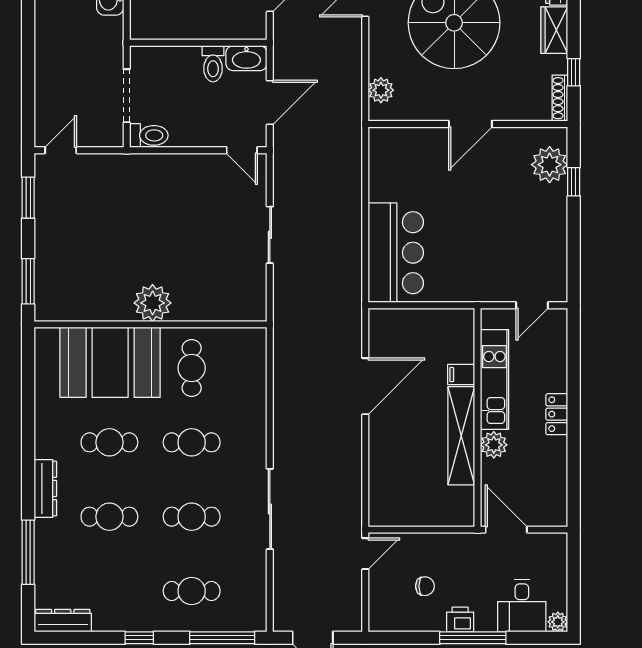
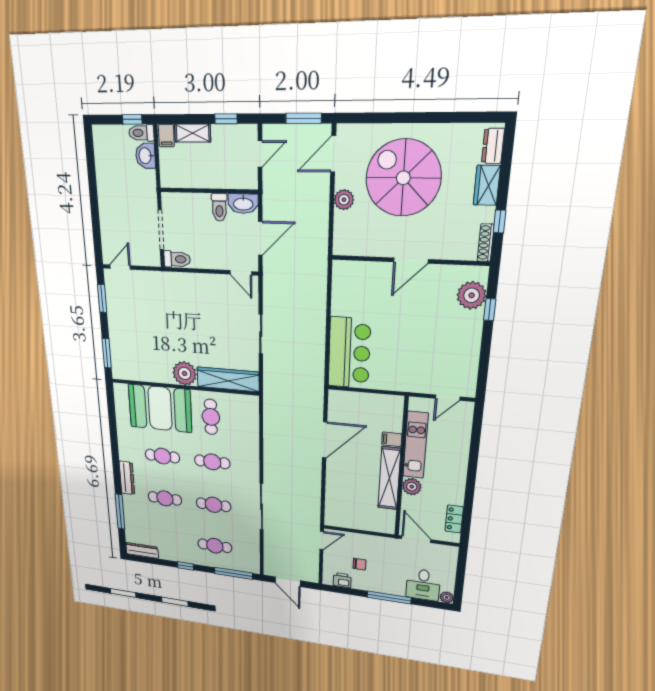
plant: (381, 90) -> (344, 200), moved
wardrobe: (220, 306) -> (228, 379), added
locker: (557, 414) -> (454, 519), moved
printer: (460, 619) -> (342, 580), moved

